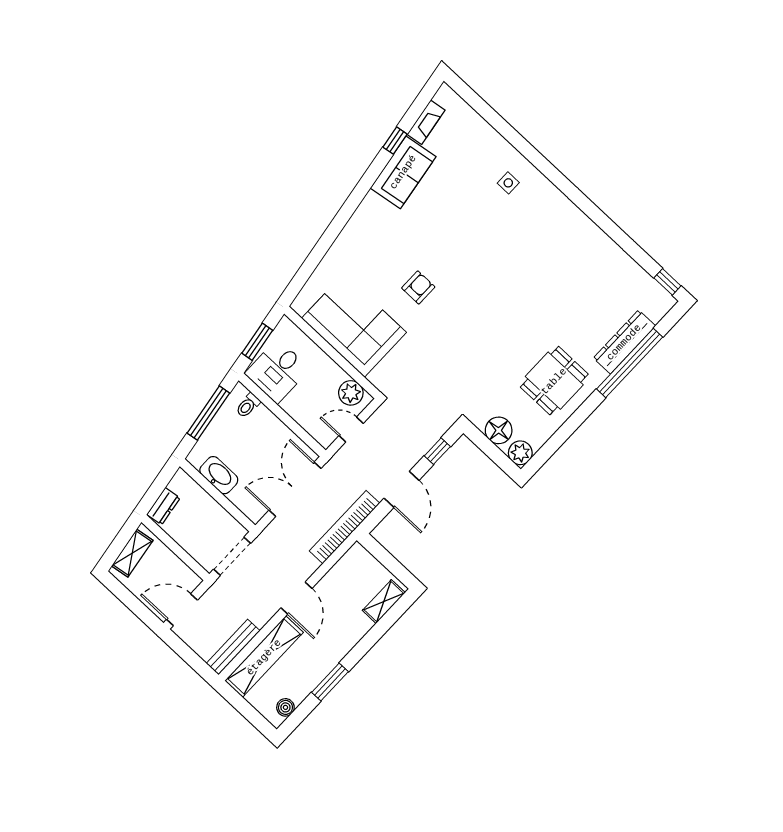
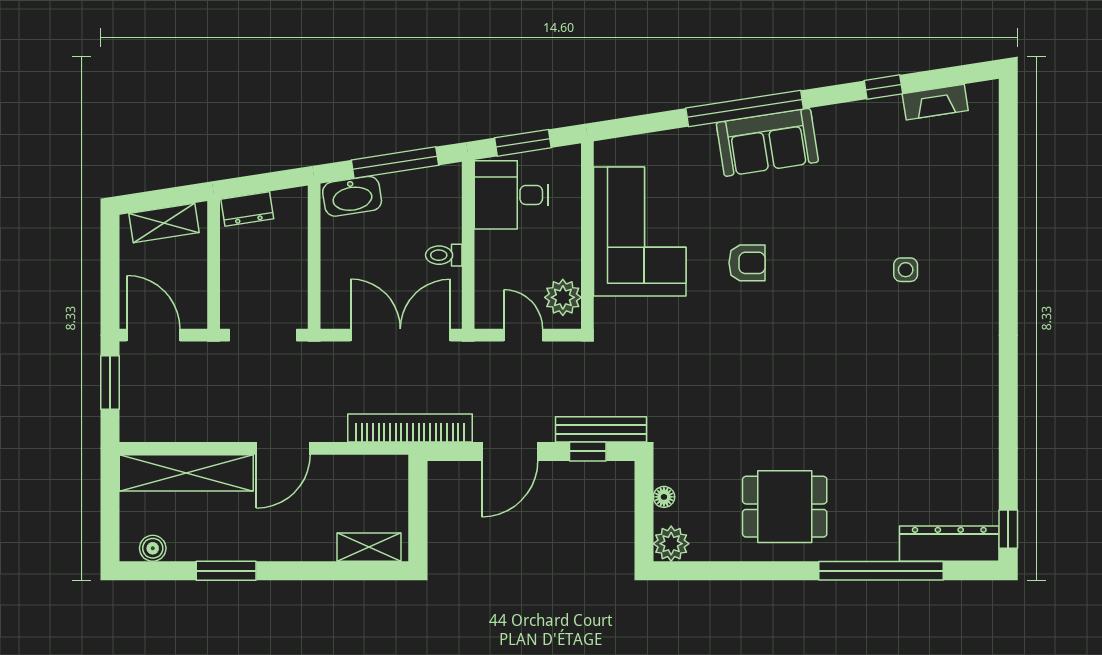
sofa: (403, 172) -> (767, 142), moved
side table: (508, 183) -> (906, 270), moved
window: (342, 218) -> (745, 109), added
dresser: (624, 342) -> (949, 544), moved
toilet: (248, 405) -> (444, 255), moved
floor lamp: (499, 430) -> (664, 497), width x0.53, depth x0.53
washbasin: (219, 475) -> (352, 196), moved, turned 81
bench: (233, 647) -> (601, 429), moved
window: (185, 652) -> (110, 383), added

